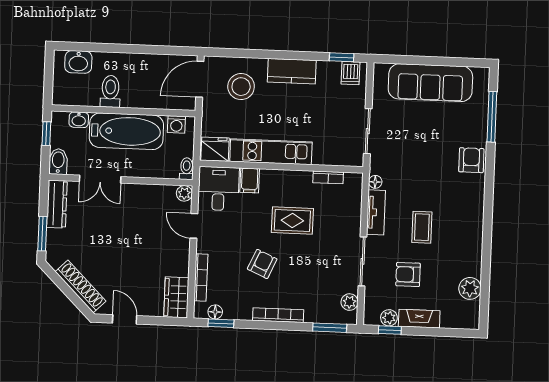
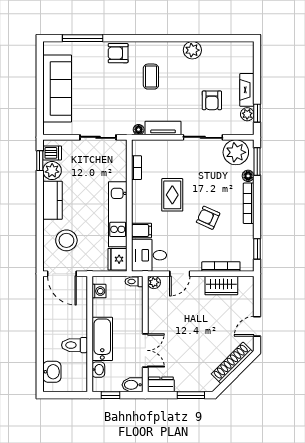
plant: (329, 72) -> (52, 171), added
bathtub: (126, 131) -> (102, 339), width x0.73, depth x0.73
dresser: (57, 204) -> (161, 384), width x0.70
coffee table: (422, 227) -> (151, 77), moved, turned 90
plant: (470, 288) -> (192, 50), moved
wardrobe: (176, 297) -> (221, 286), moved
plant: (350, 302) -> (236, 152), width x1.87, depth x1.87
floor lamp: (215, 312) -> (248, 176), moved

